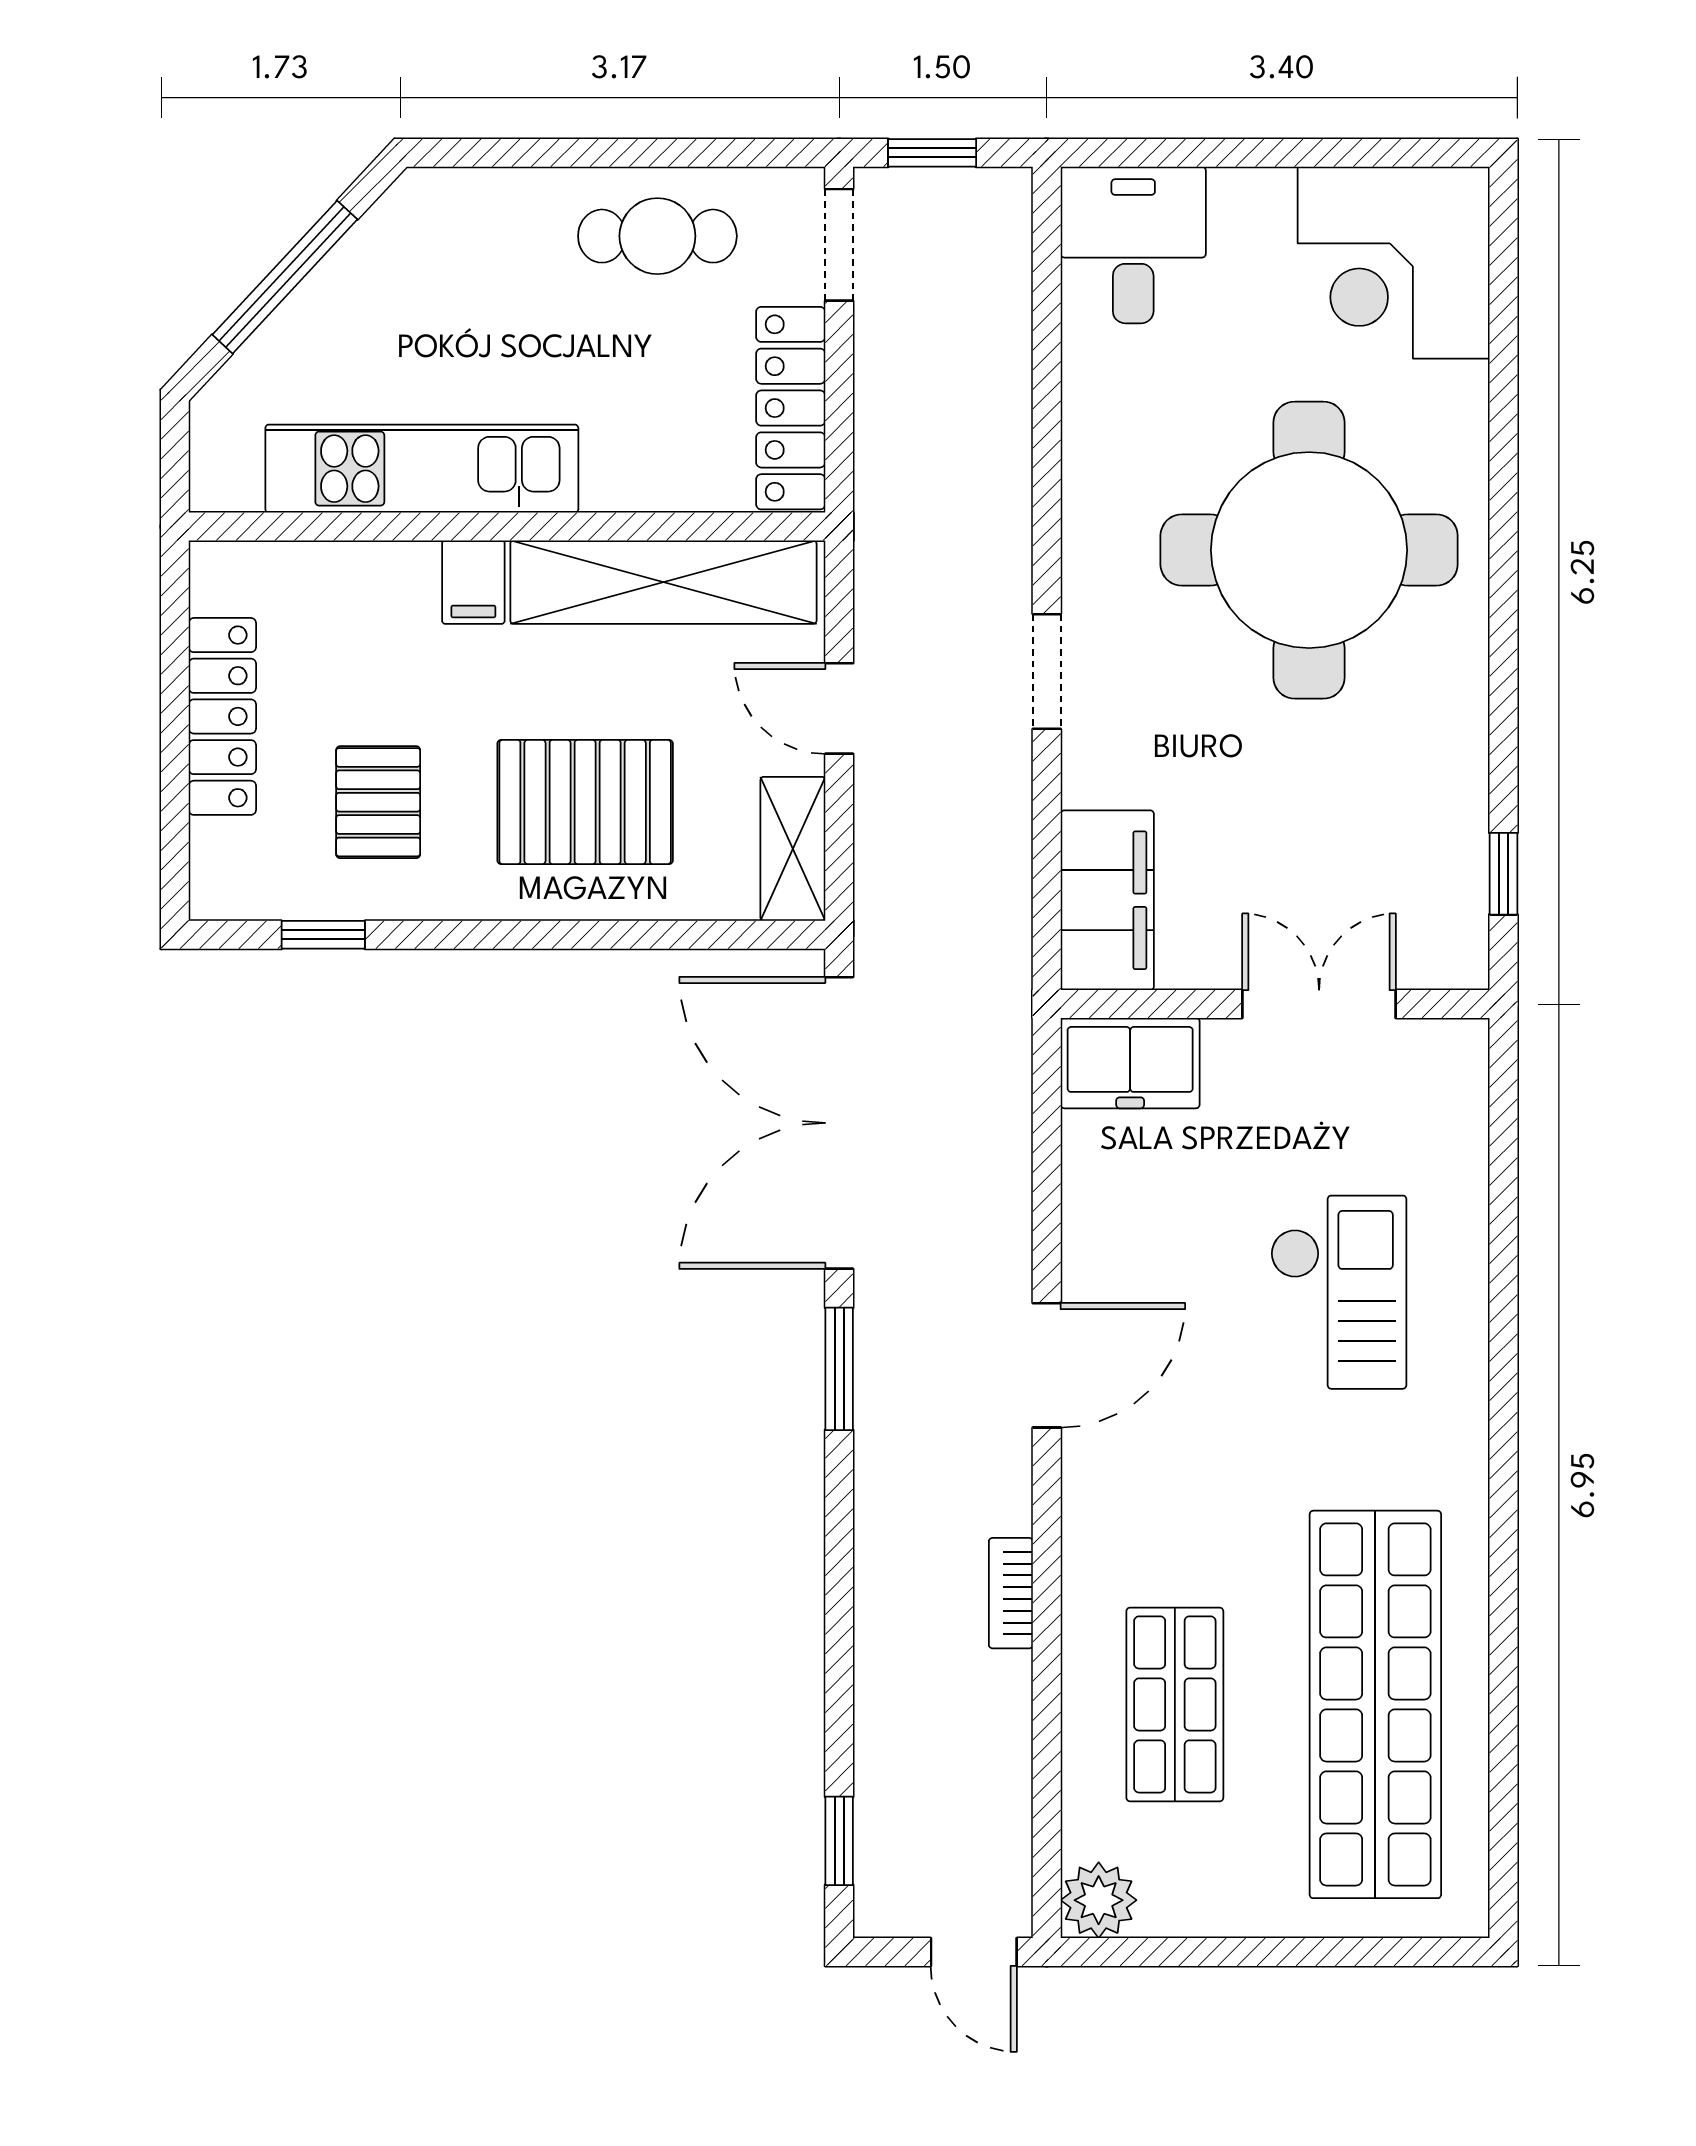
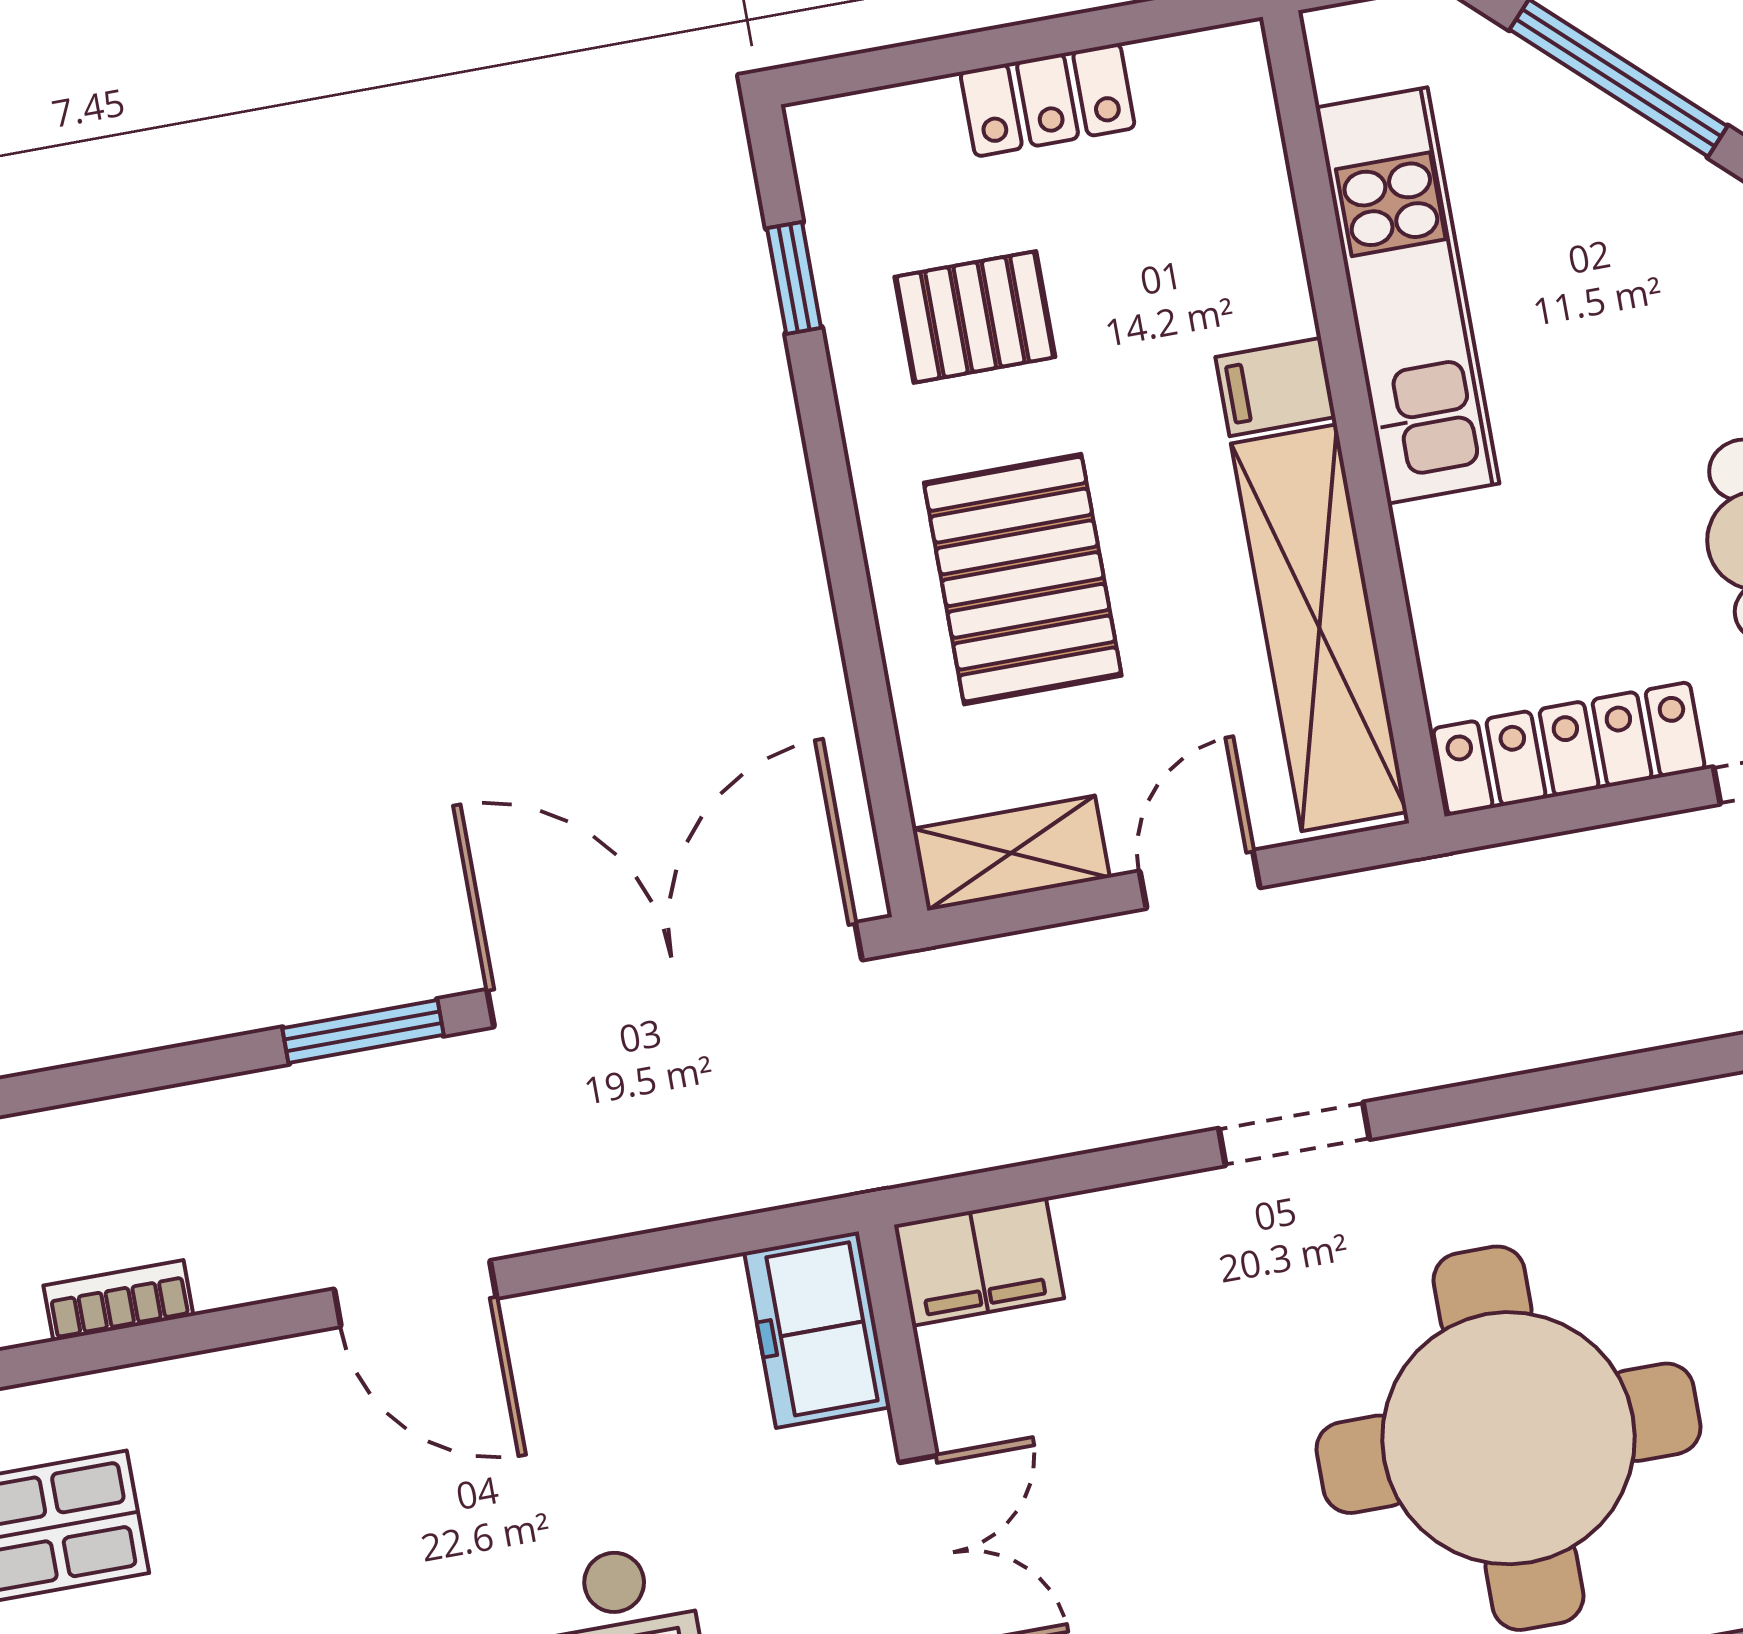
locker: (222, 716) -> (1048, 100), width x0.66
filing cabinet: (1107, 900) -> (979, 1262), width x0.67, depth x0.86

